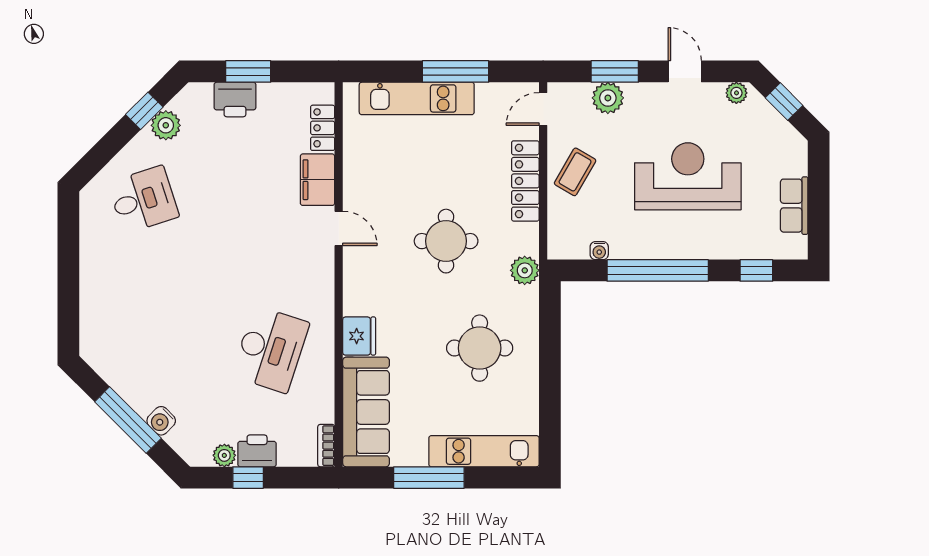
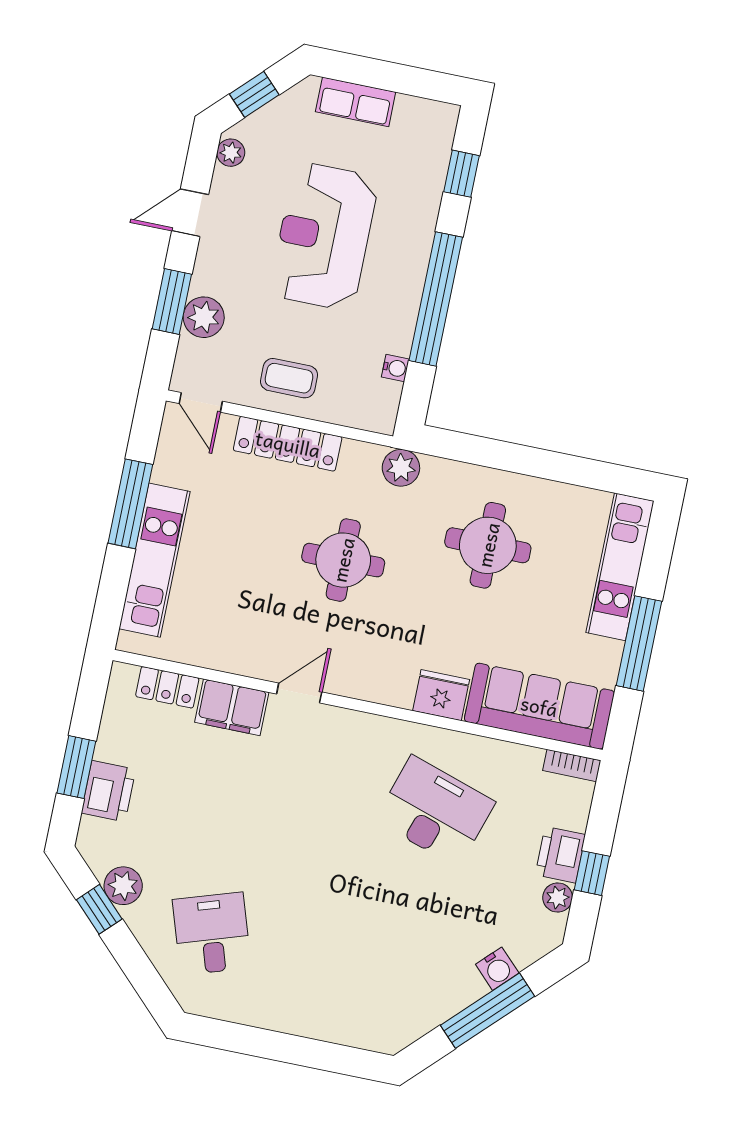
coffee table: (575, 172) -> (289, 378), turned -30
row of seats: (794, 206) -> (356, 102), moved

